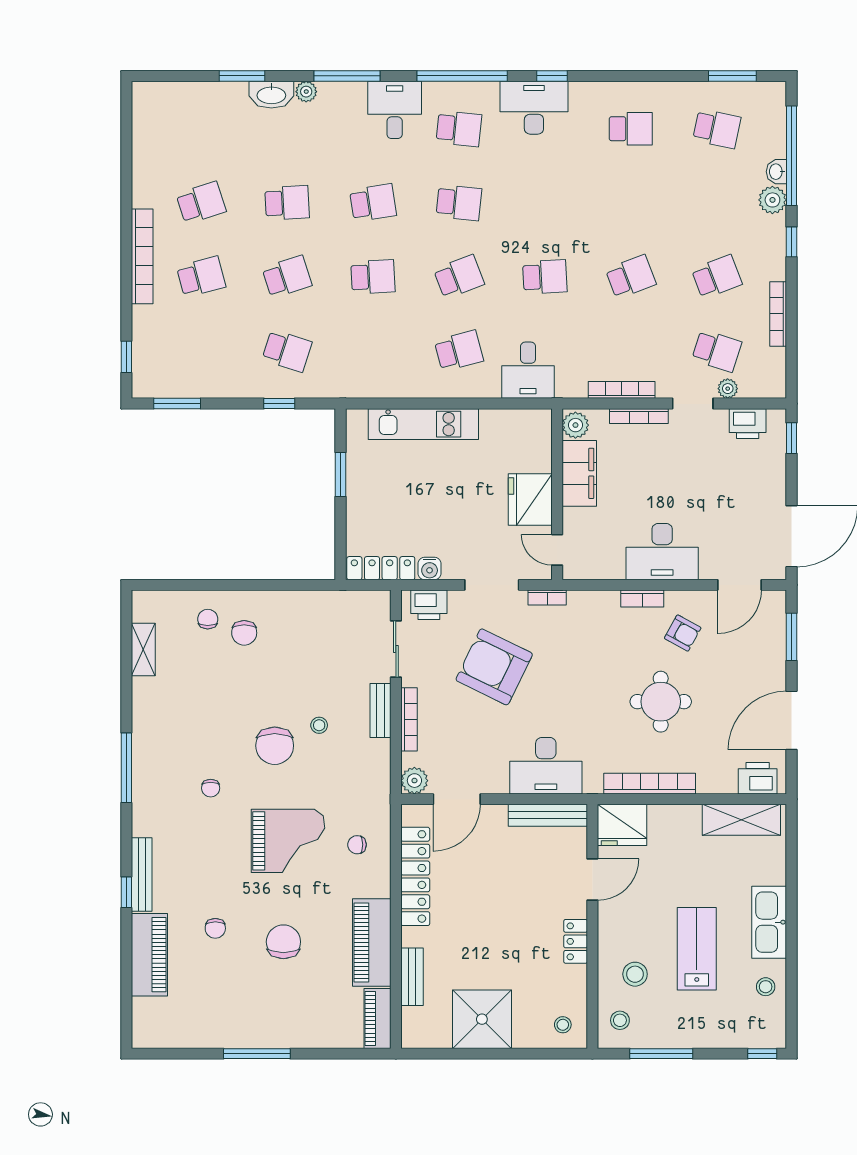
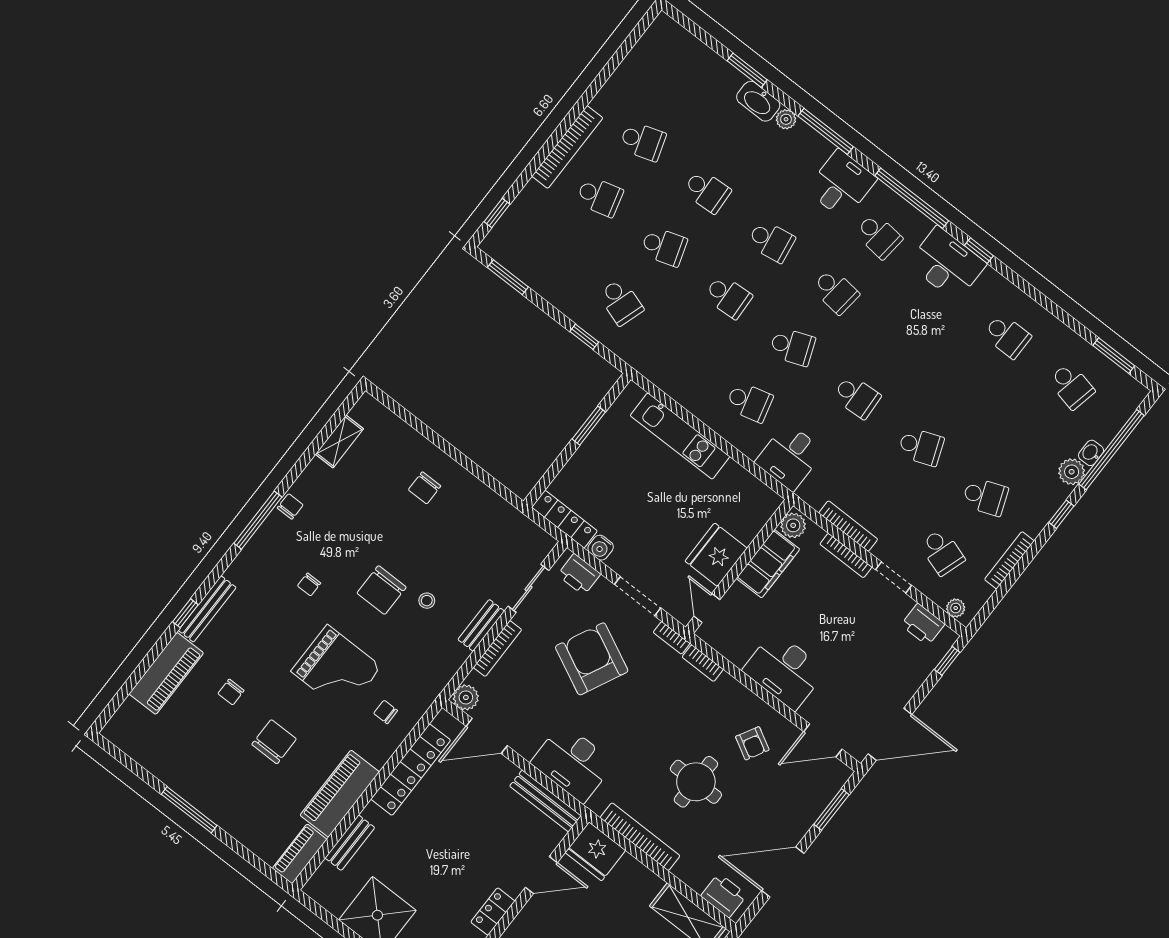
plant: (728, 389) -> (956, 608), moved
bookcase: (642, 598) -> (703, 663), moved
chair: (208, 619) -> (290, 506), moved

